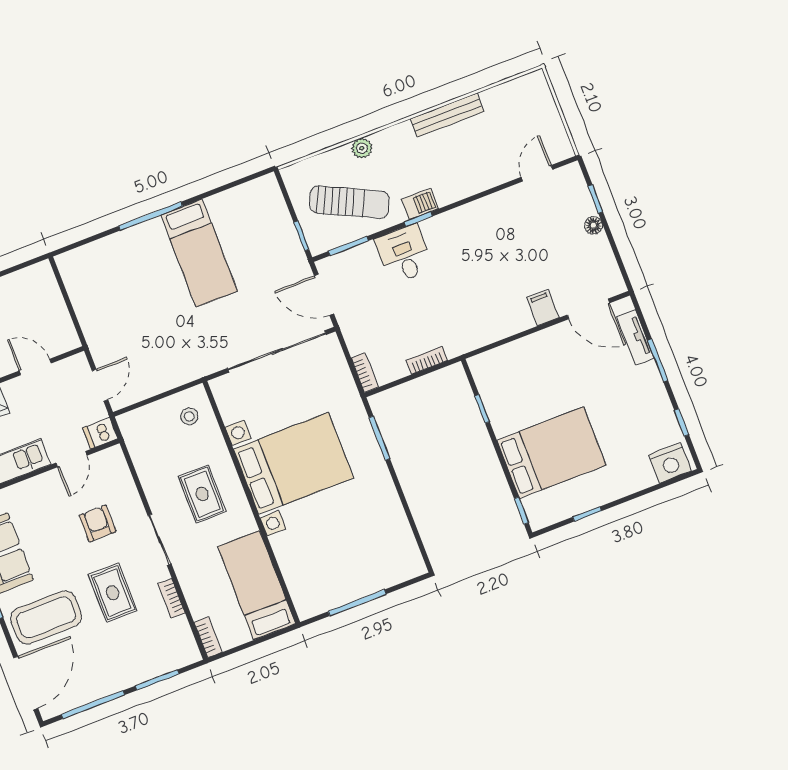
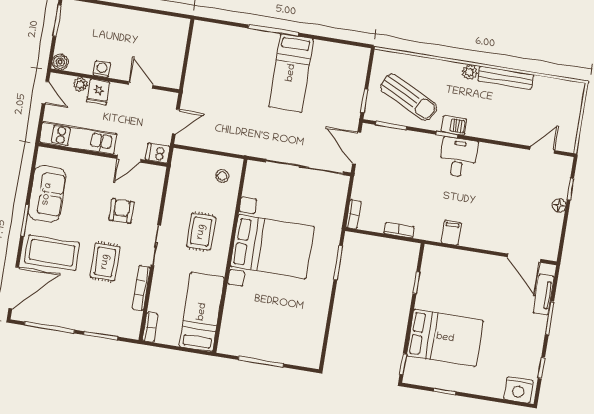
plant: (362, 148) -> (470, 72), moved
desk: (404, 254) -> (458, 157), moved
filing cabinet: (543, 308) -> (451, 233), moved
bookcase: (172, 598) -> (141, 288), width x1.56

